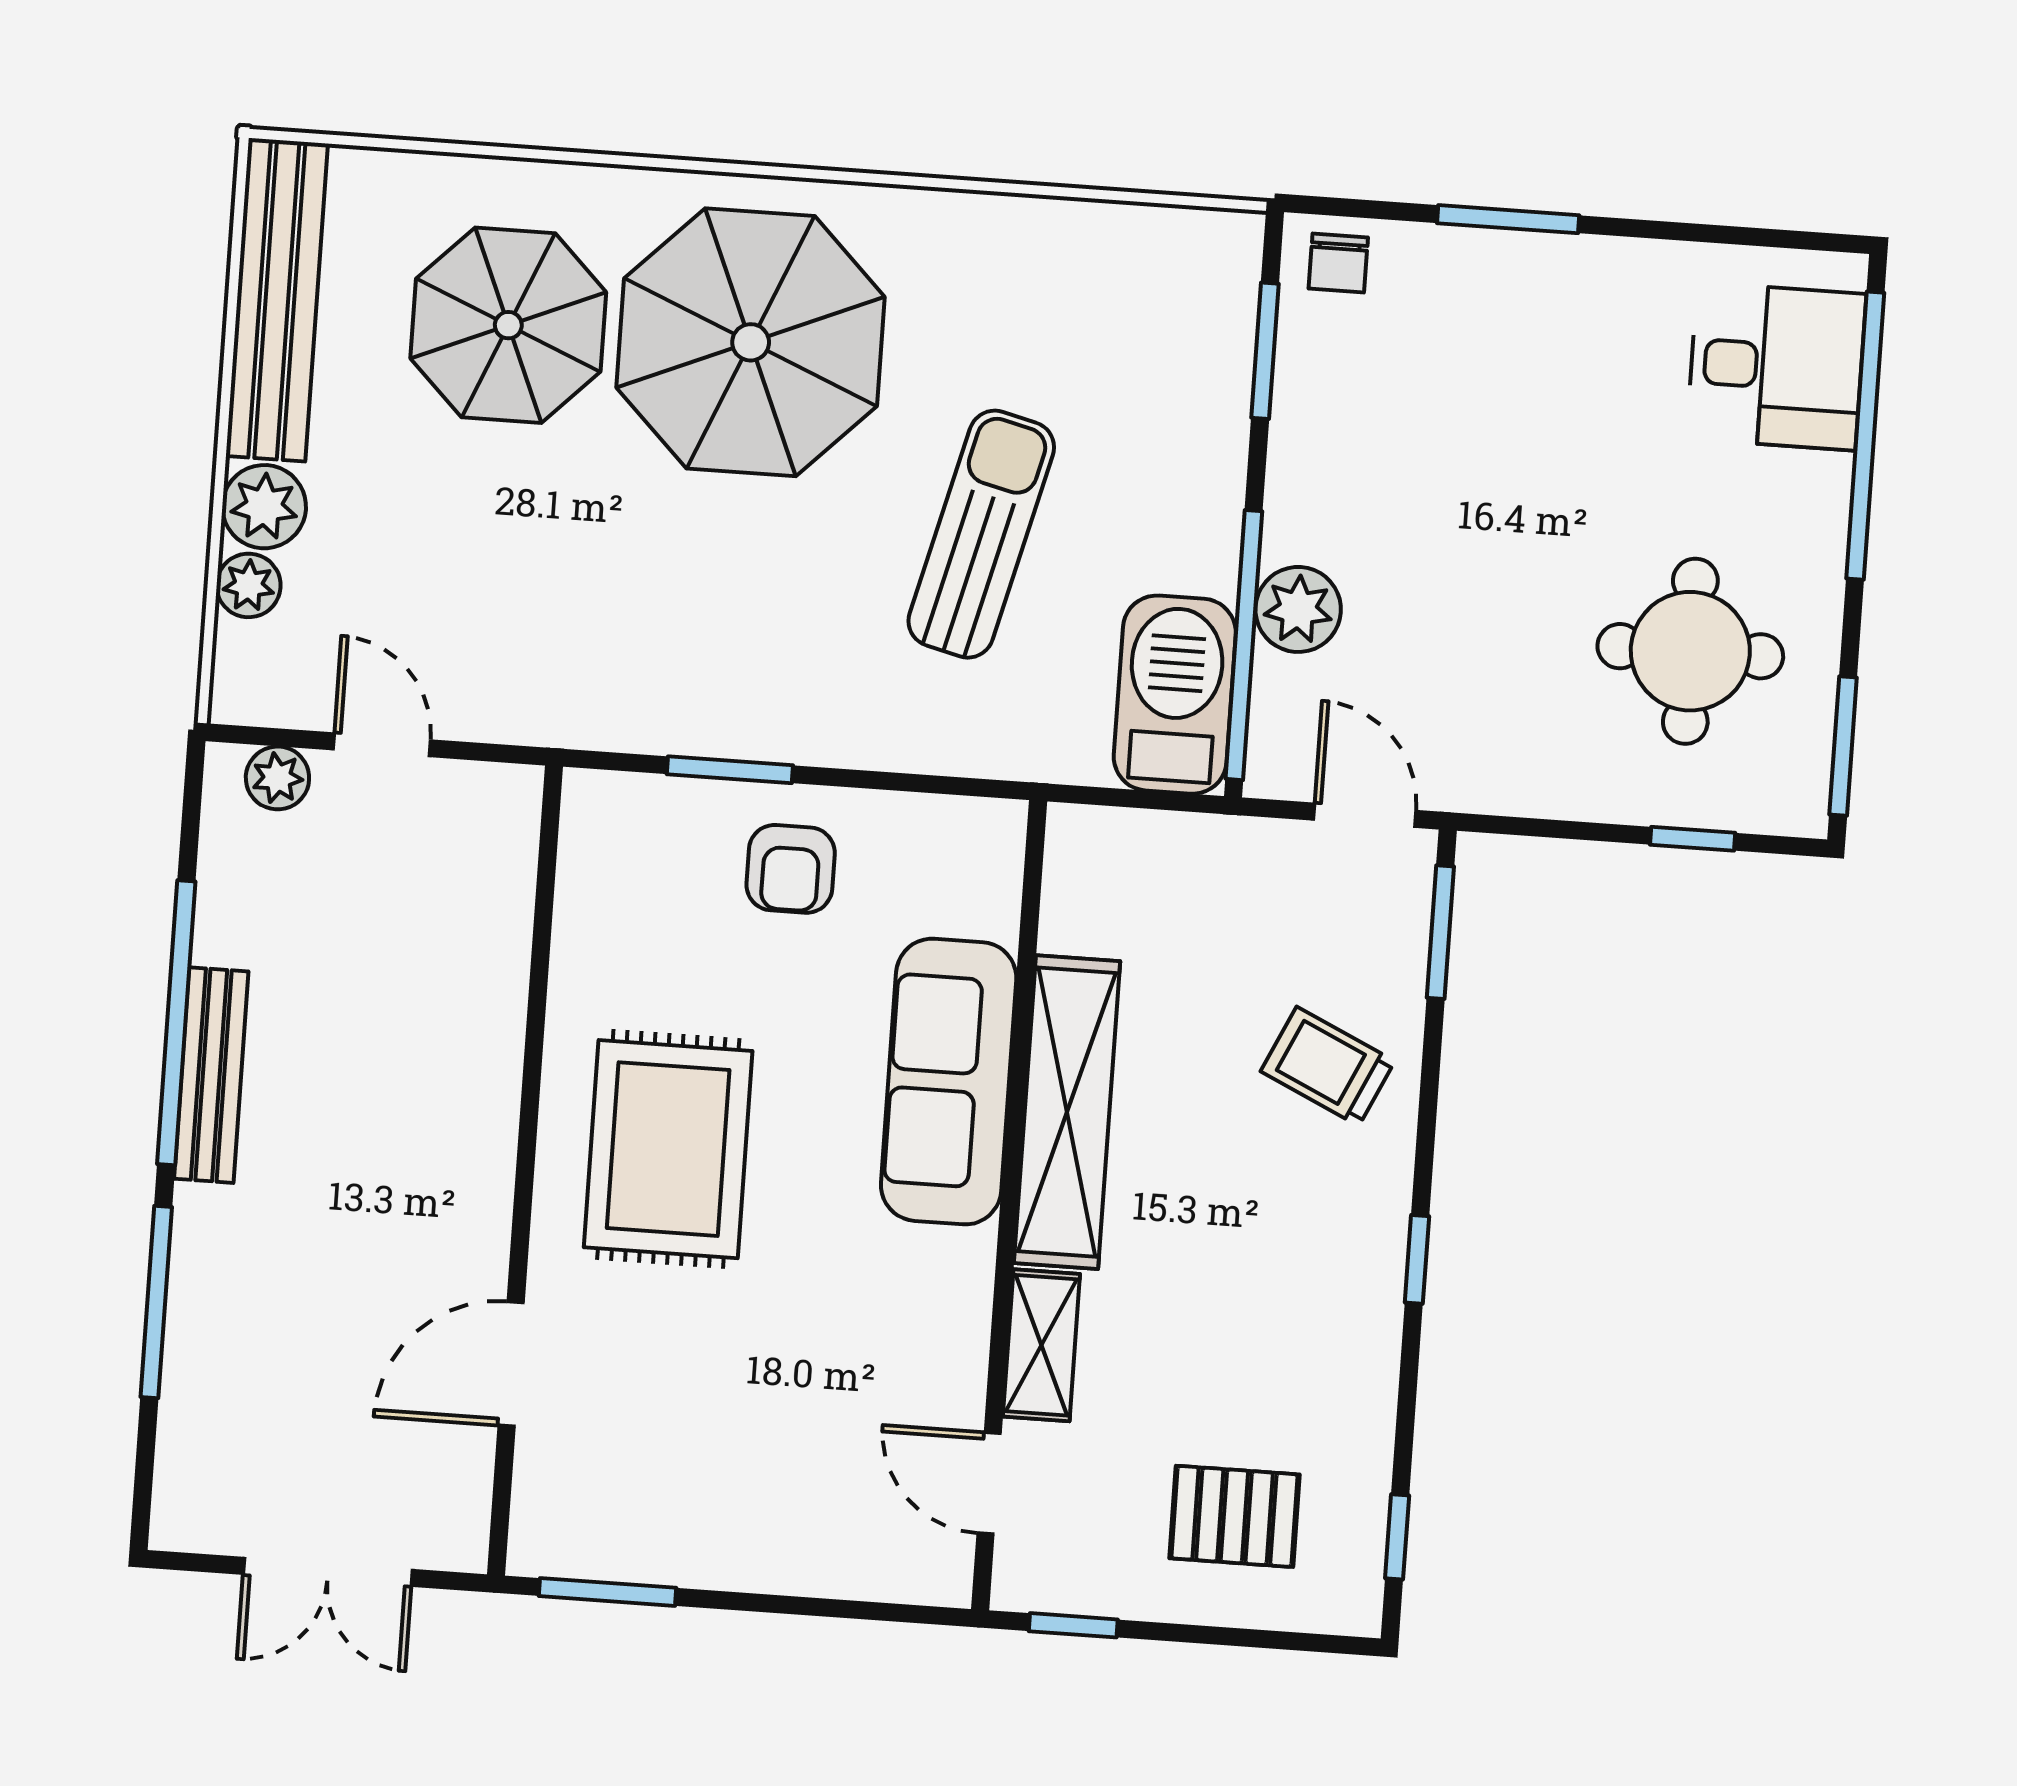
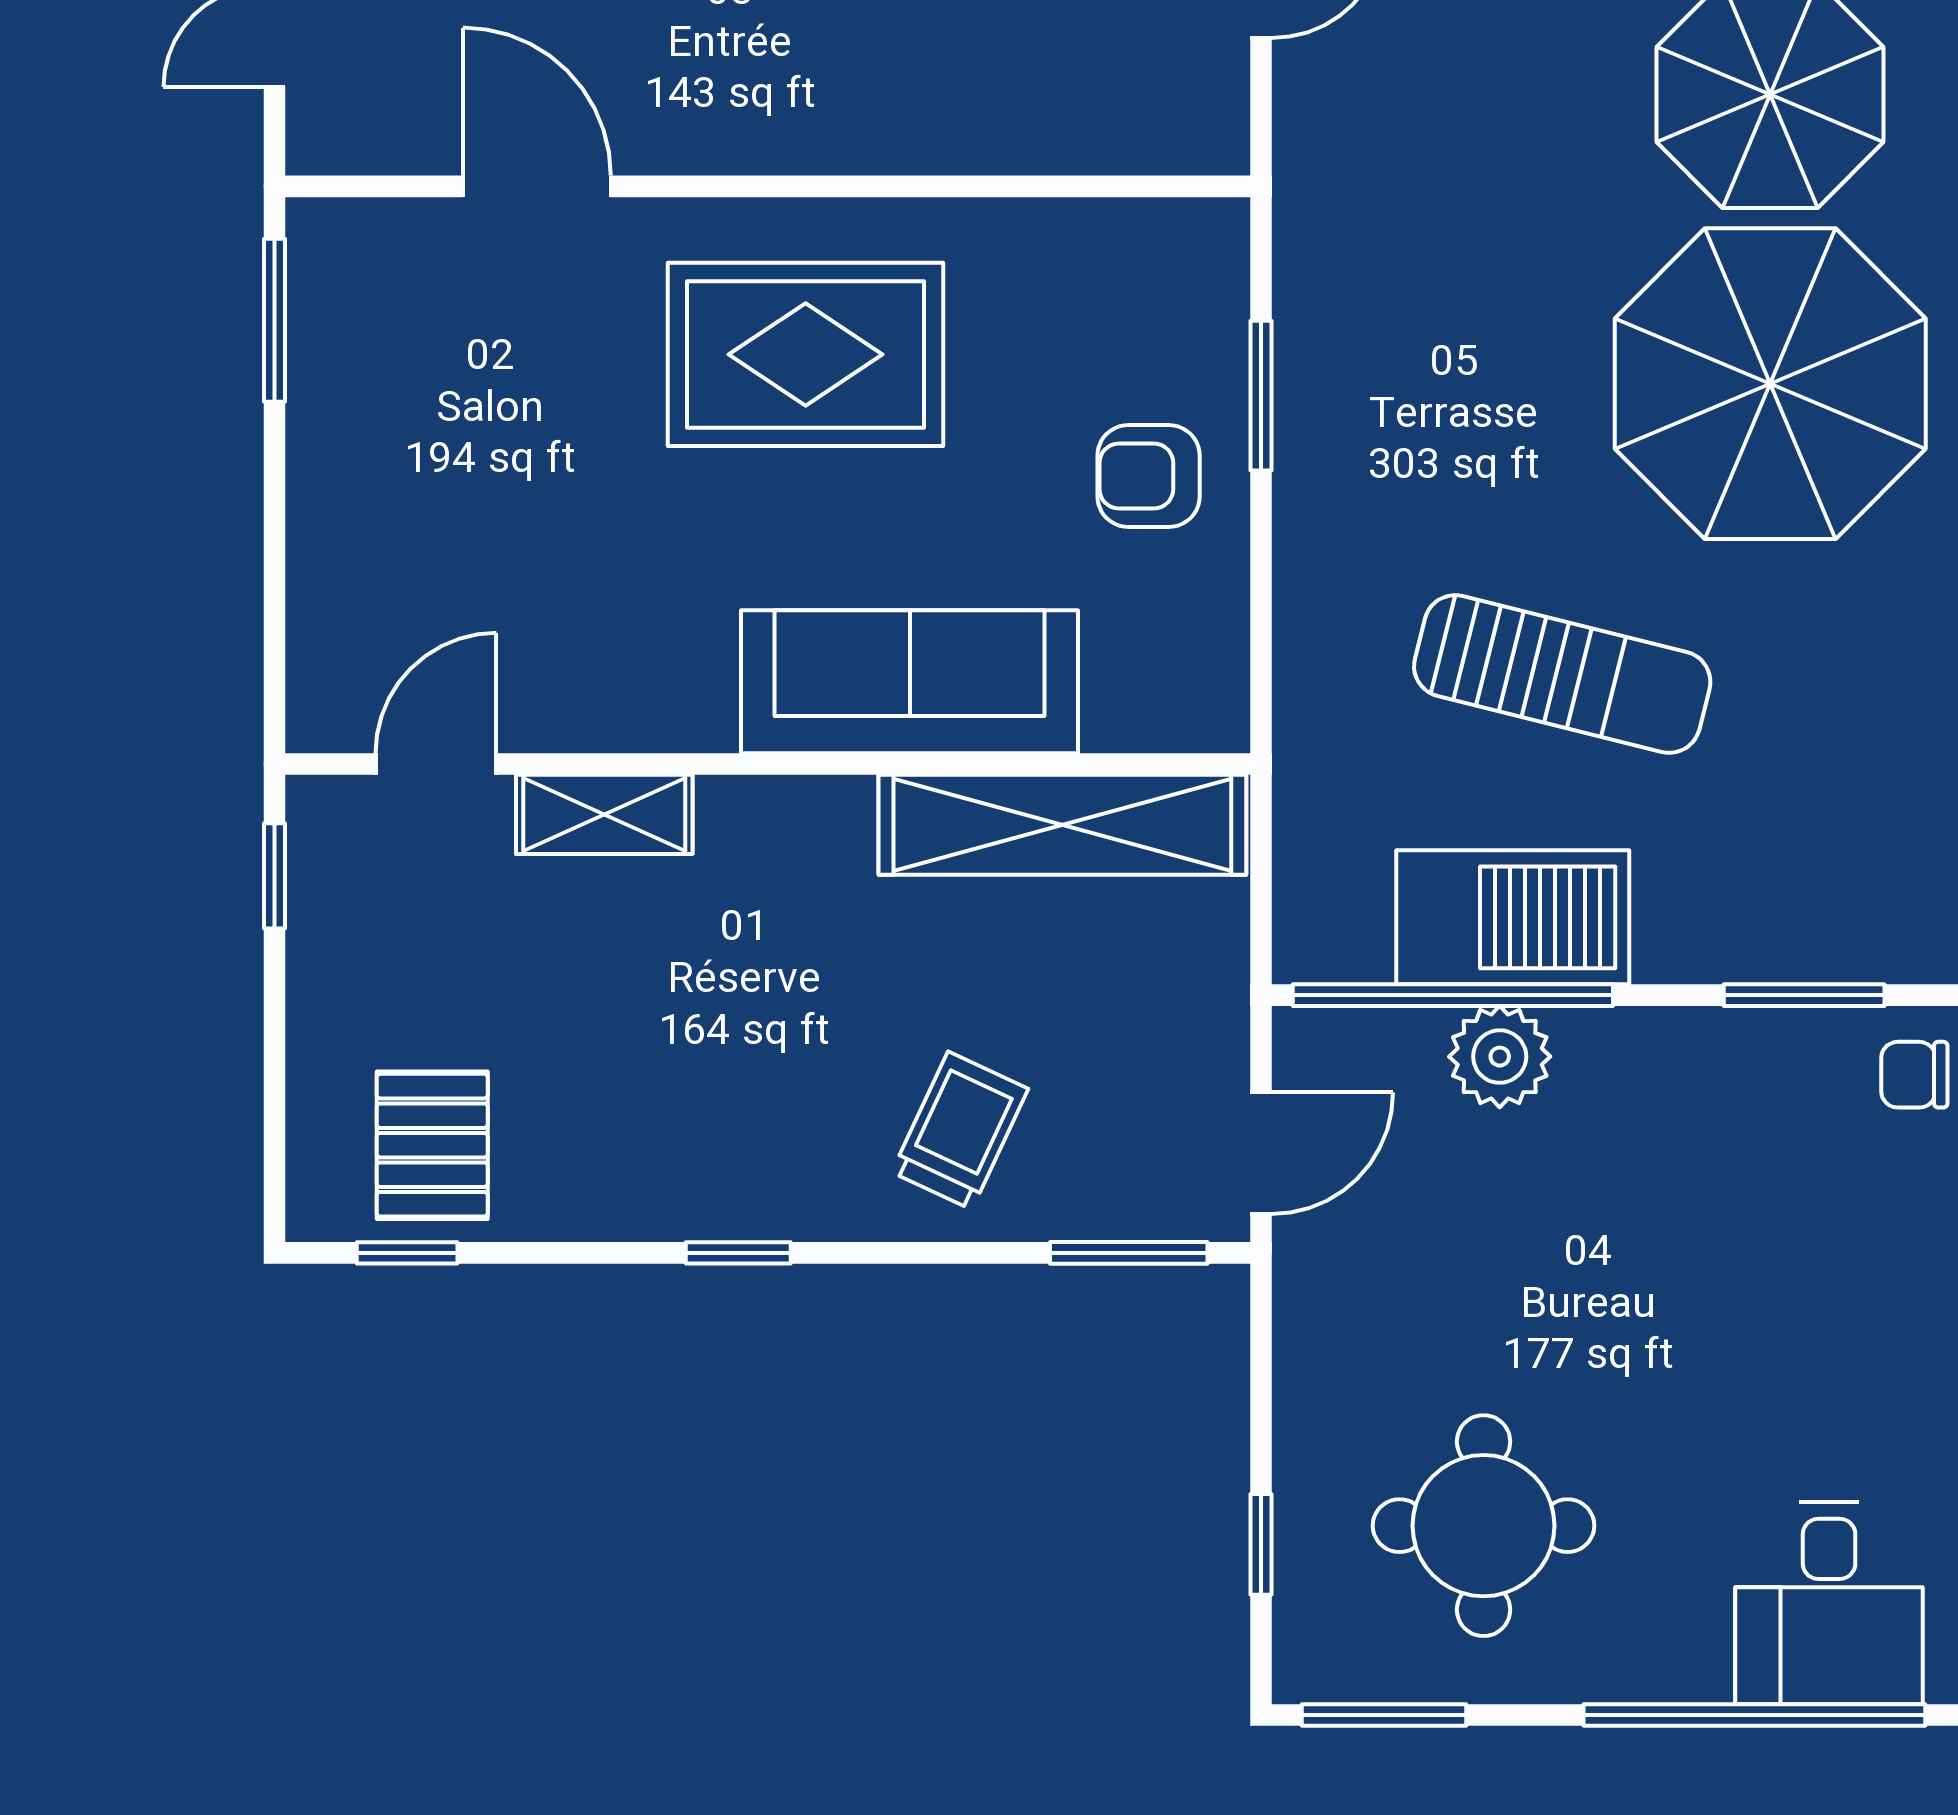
barbecue: (1175, 695) -> (1513, 917), moved
shelving: (1067, 1112) -> (1062, 825), moved
pallet: (1234, 1516) -> (432, 1145), moved

